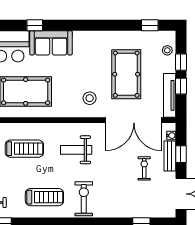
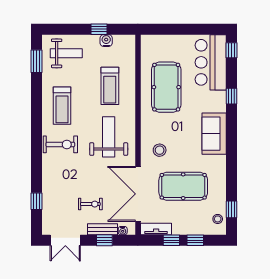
sofa: (51, 43) -> (214, 134), moved
stool: (167, 50) -> (218, 219), moved
tv unit: (170, 95) -> (156, 229), width x0.71
weight bench: (76, 150) -> (109, 137), width x1.36, depth x1.33

